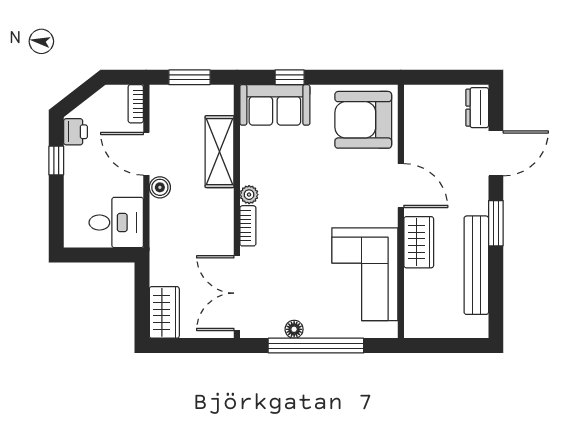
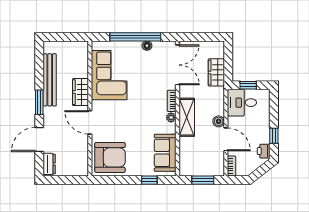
sofa: (275, 105) -> (165, 153), moved, turned -90
shelving: (220, 152) -> (187, 117), moved
window: (104, 255) -> (248, 85), added
wardrobe: (164, 312) -> (216, 72), moved

